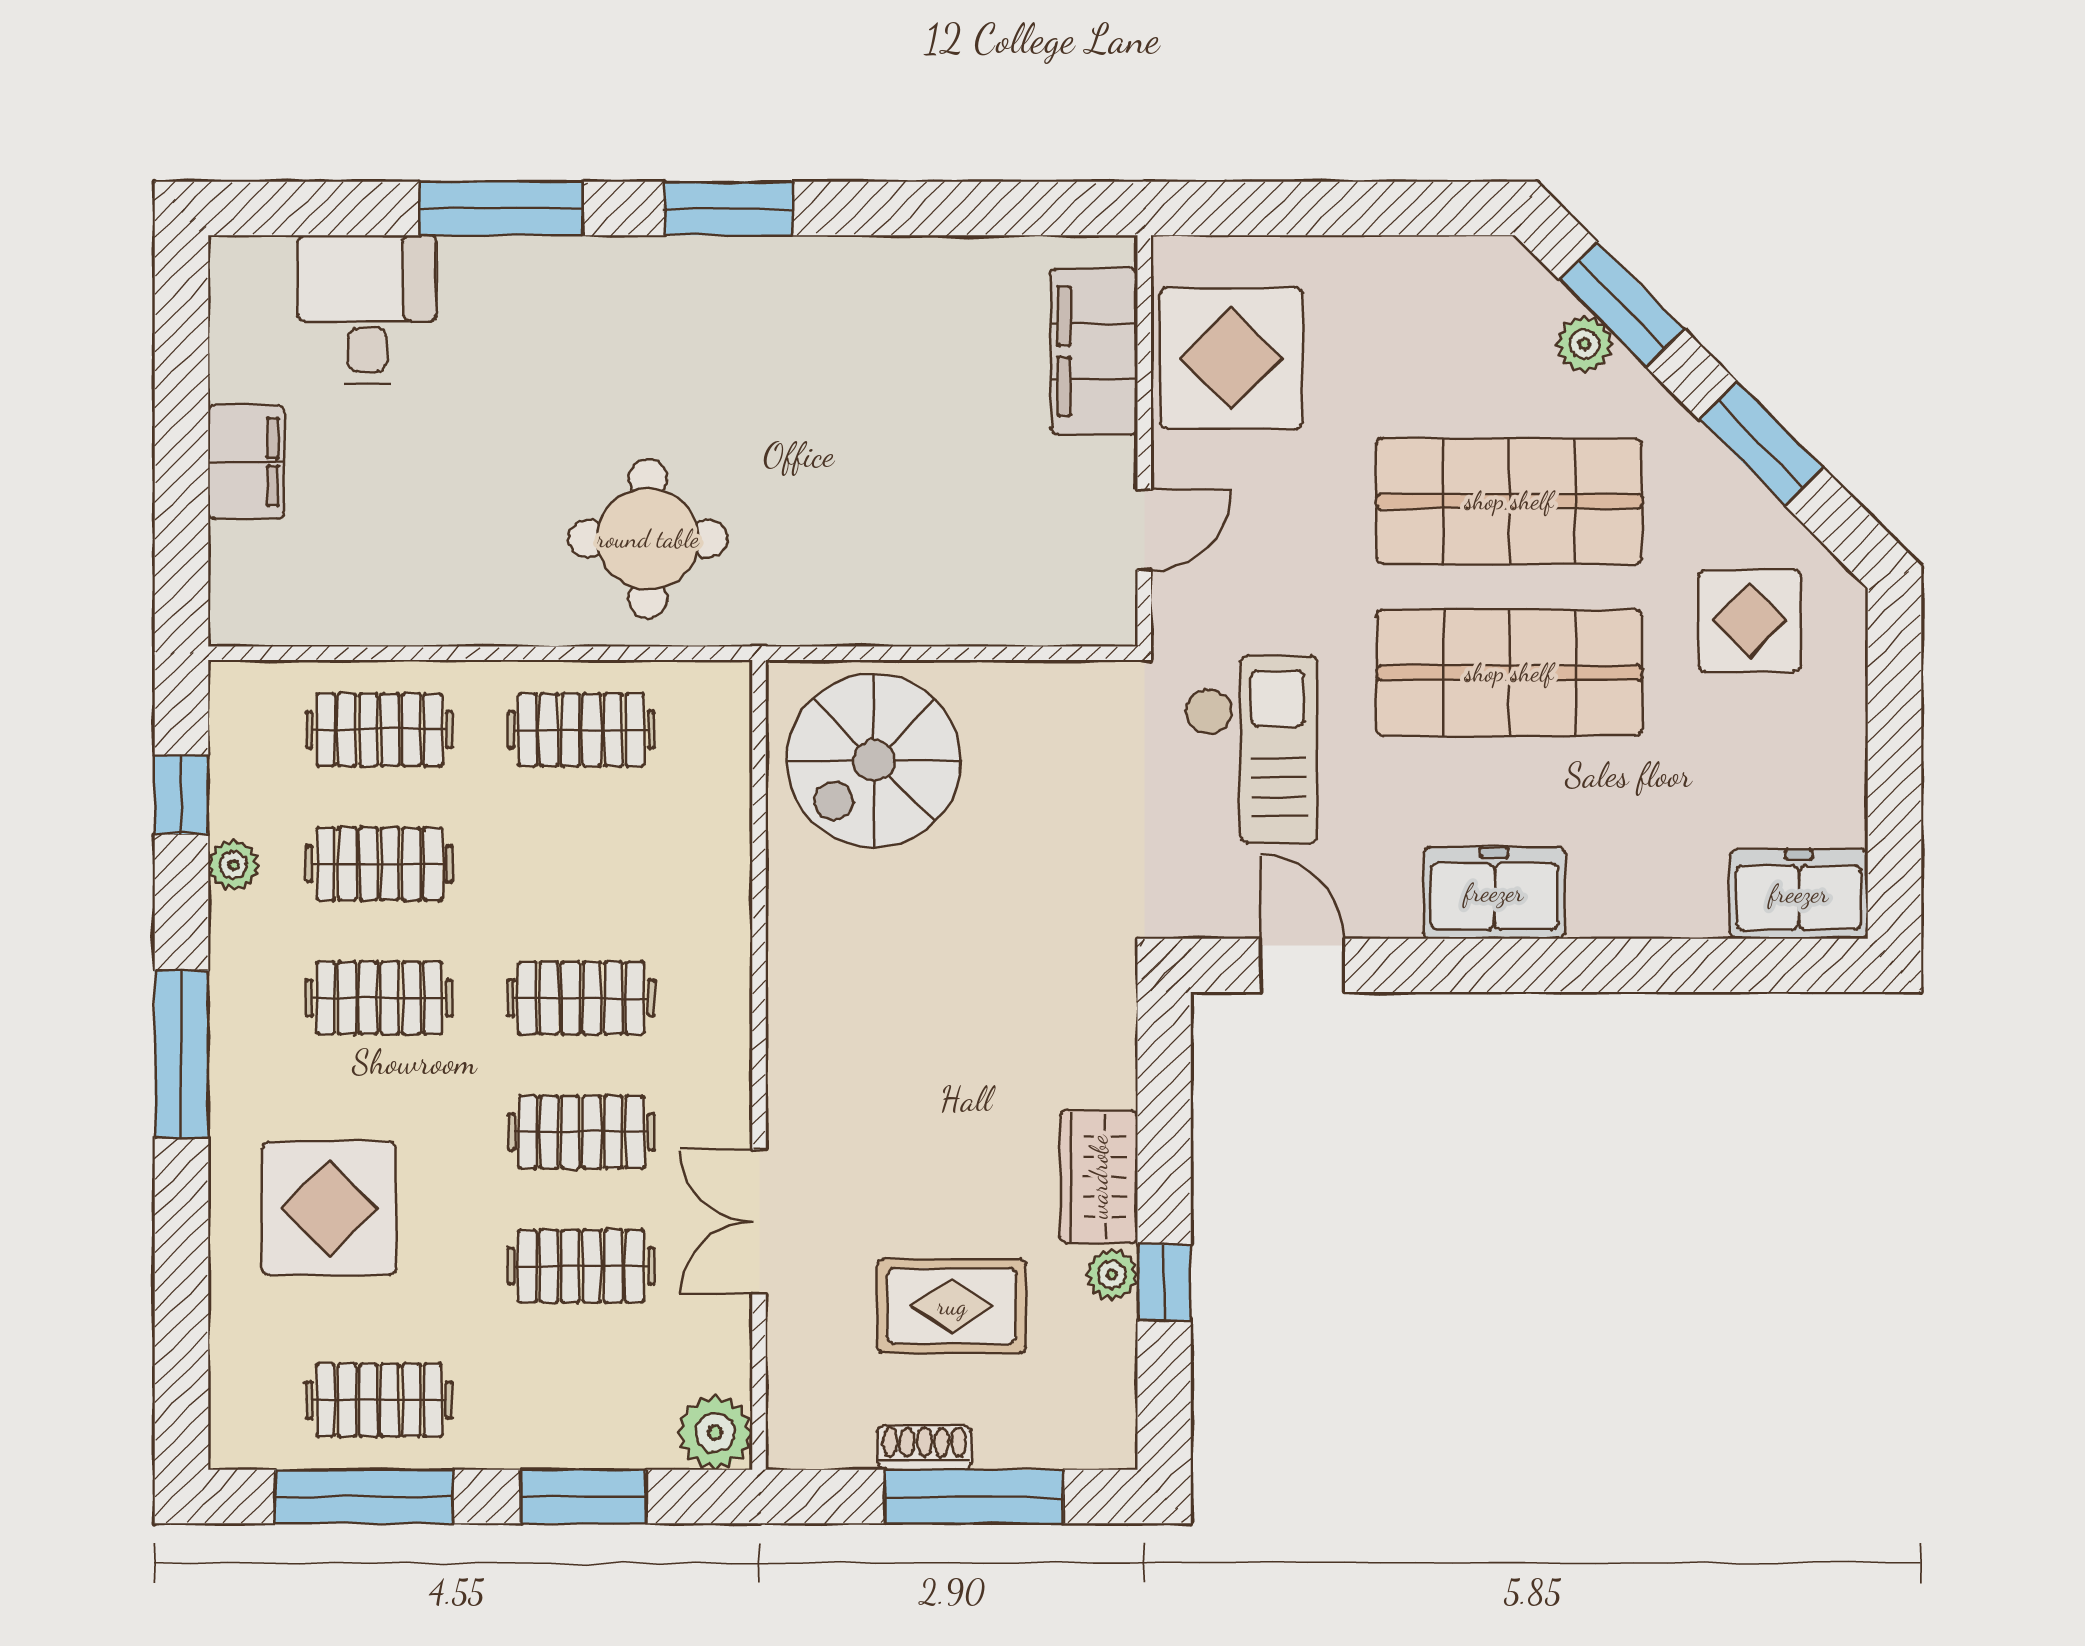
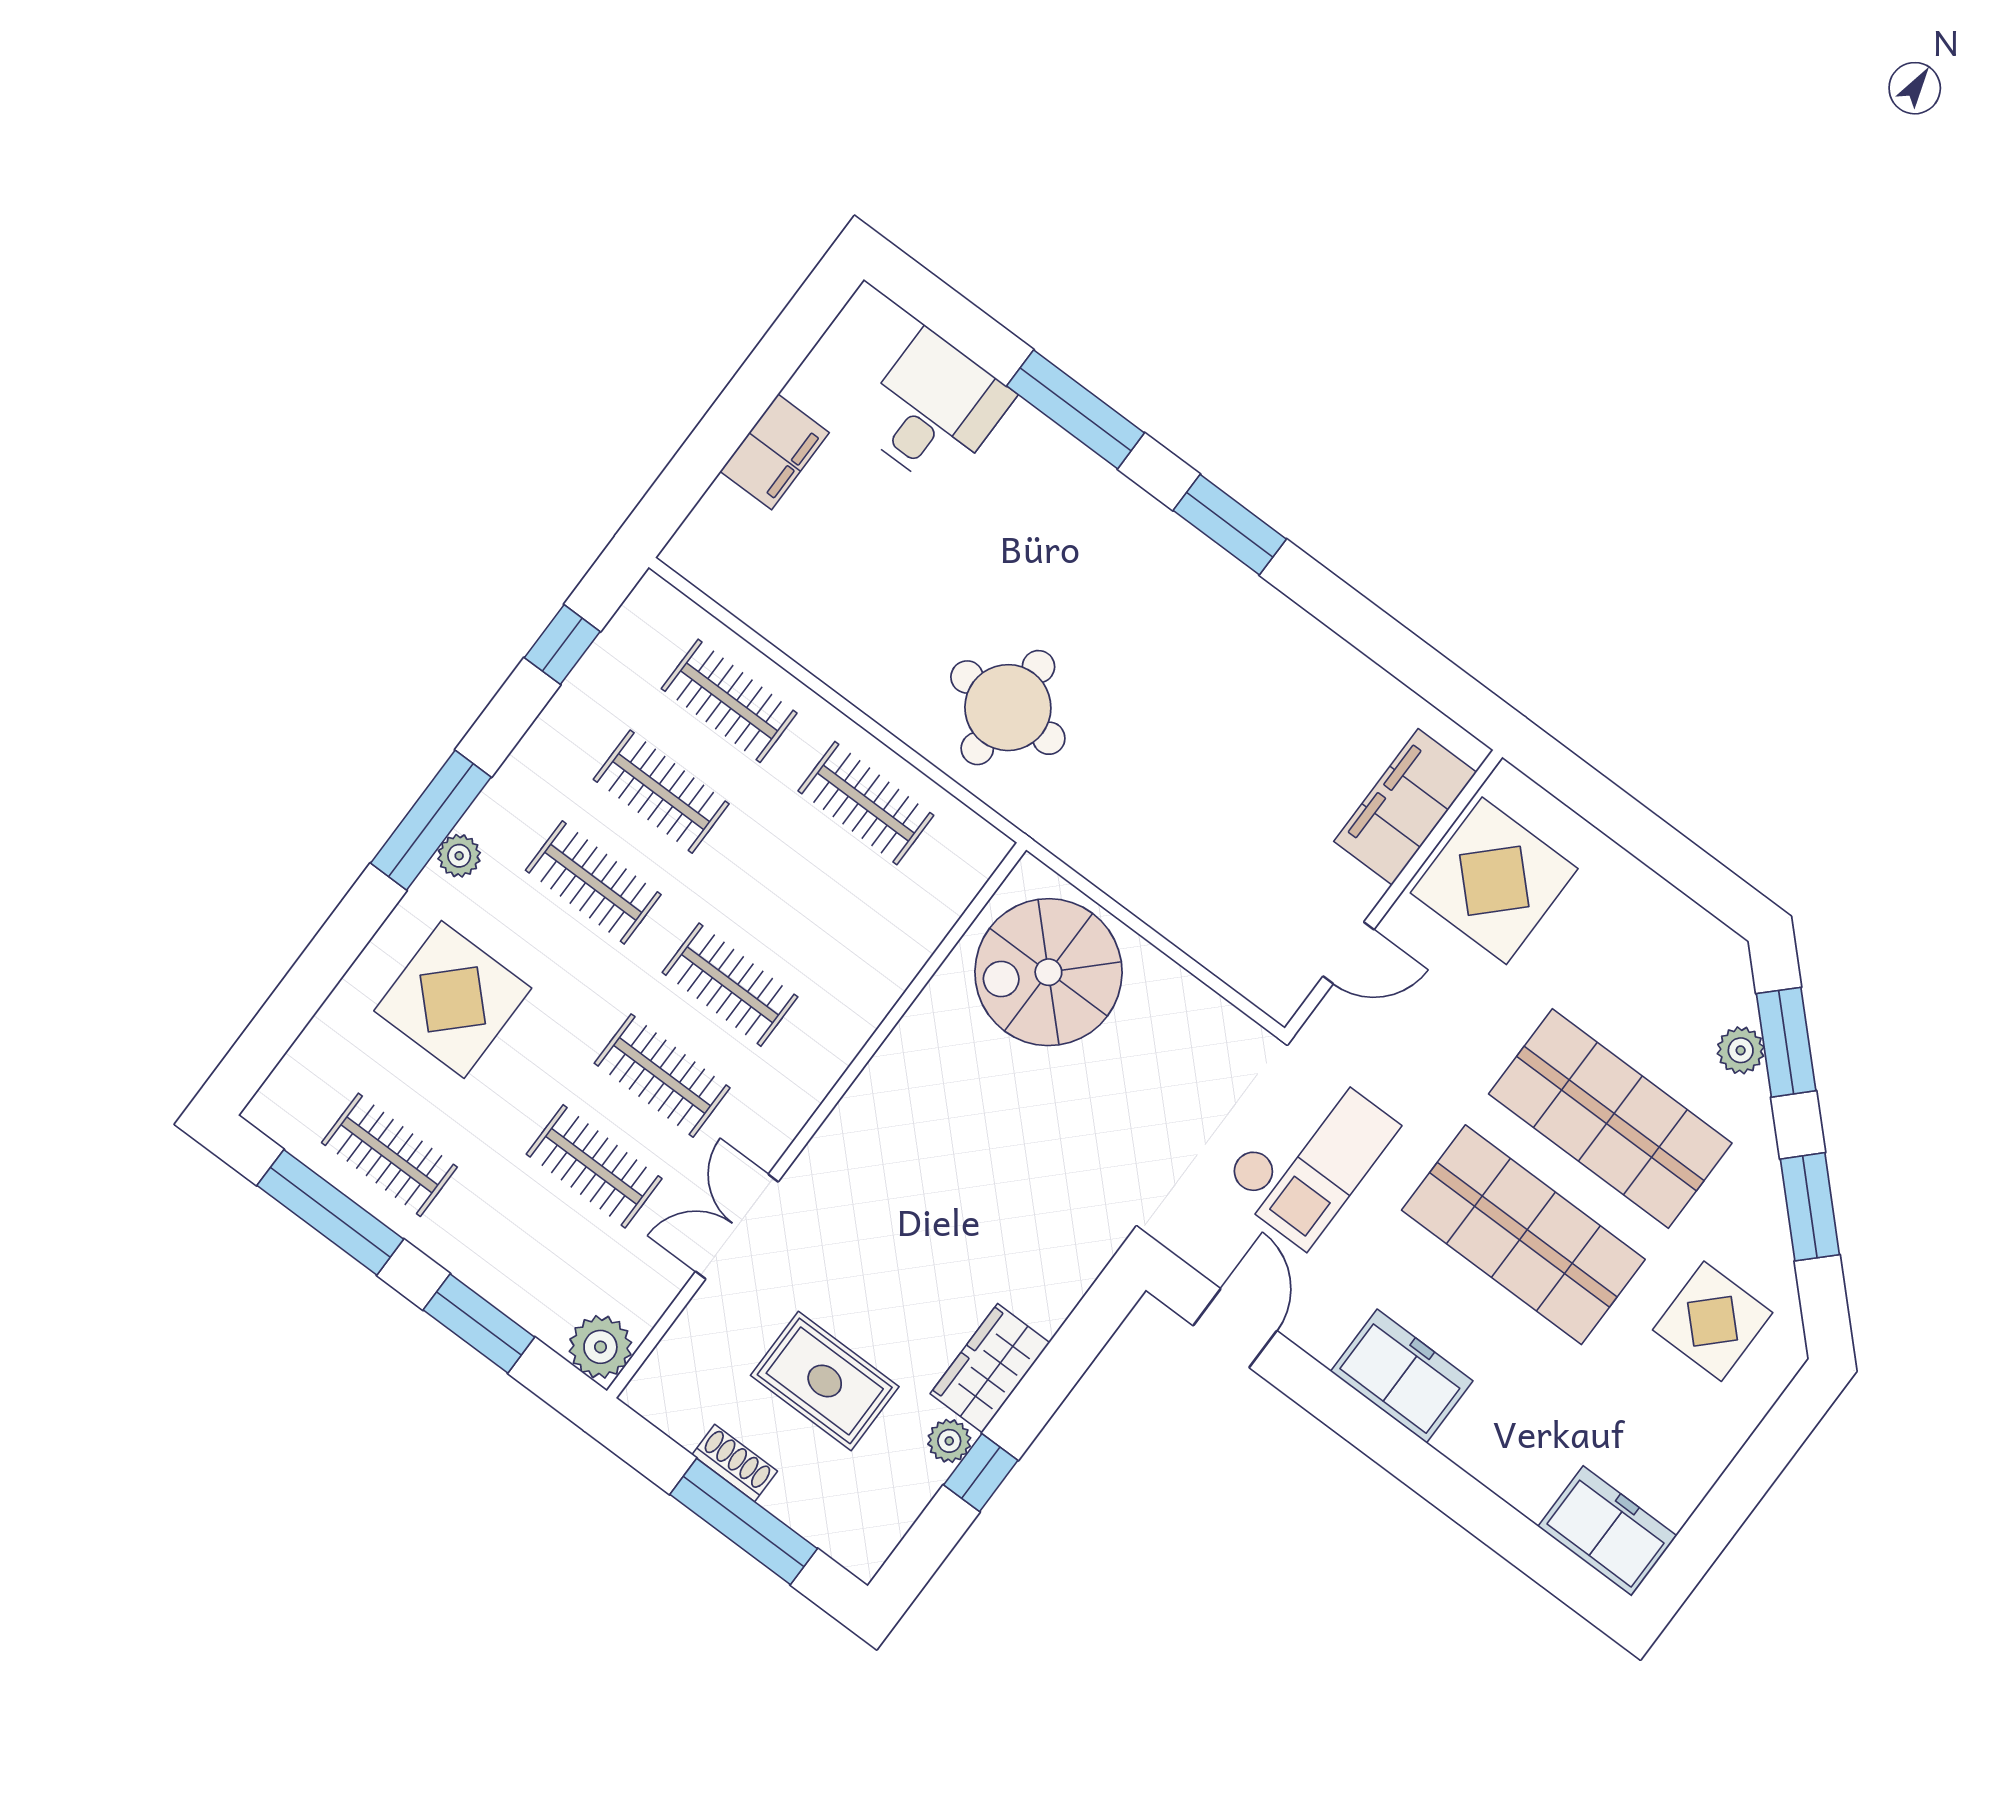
plant: (233, 865) -> (459, 856), moved

